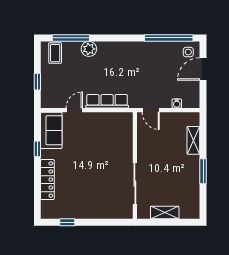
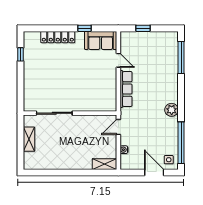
plant: (89, 49) -> (172, 110), moved
coffee table: (55, 53) -> (168, 44), removed
shelving: (193, 140) -> (104, 164), moved
window: (203, 171) -> (65, 173), removed

